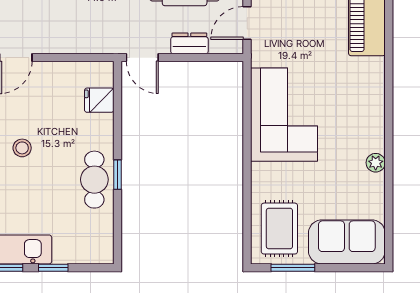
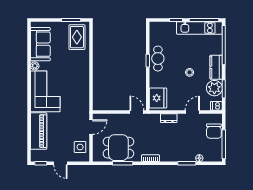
dresser: (189, 43) -> (169, 118), moved
fridge: (99, 100) -> (158, 98), width x1.88, depth x1.34
corner sofa: (284, 115) -> (45, 91), moved, turned 180
sofa: (347, 242) -> (40, 44), moved, turned -90

